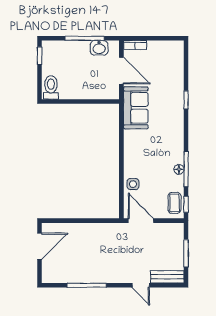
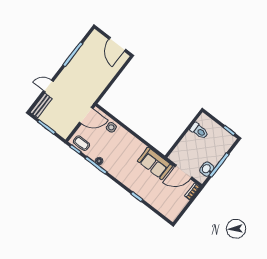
toilet: (51, 87) -> (199, 131), moved

